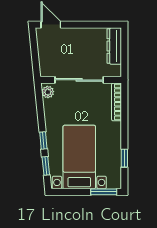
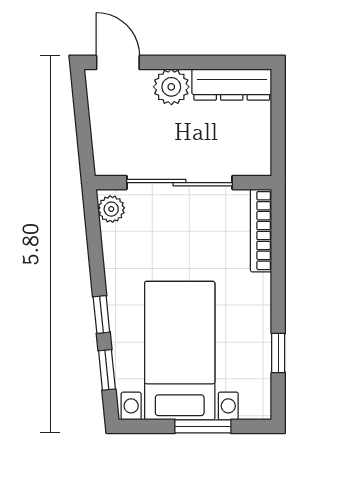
plant: (75, 36) -> (171, 87), added
dresser: (114, 46) -> (232, 85), moved, turned -90
window: (104, 192) -> (203, 426), moved

